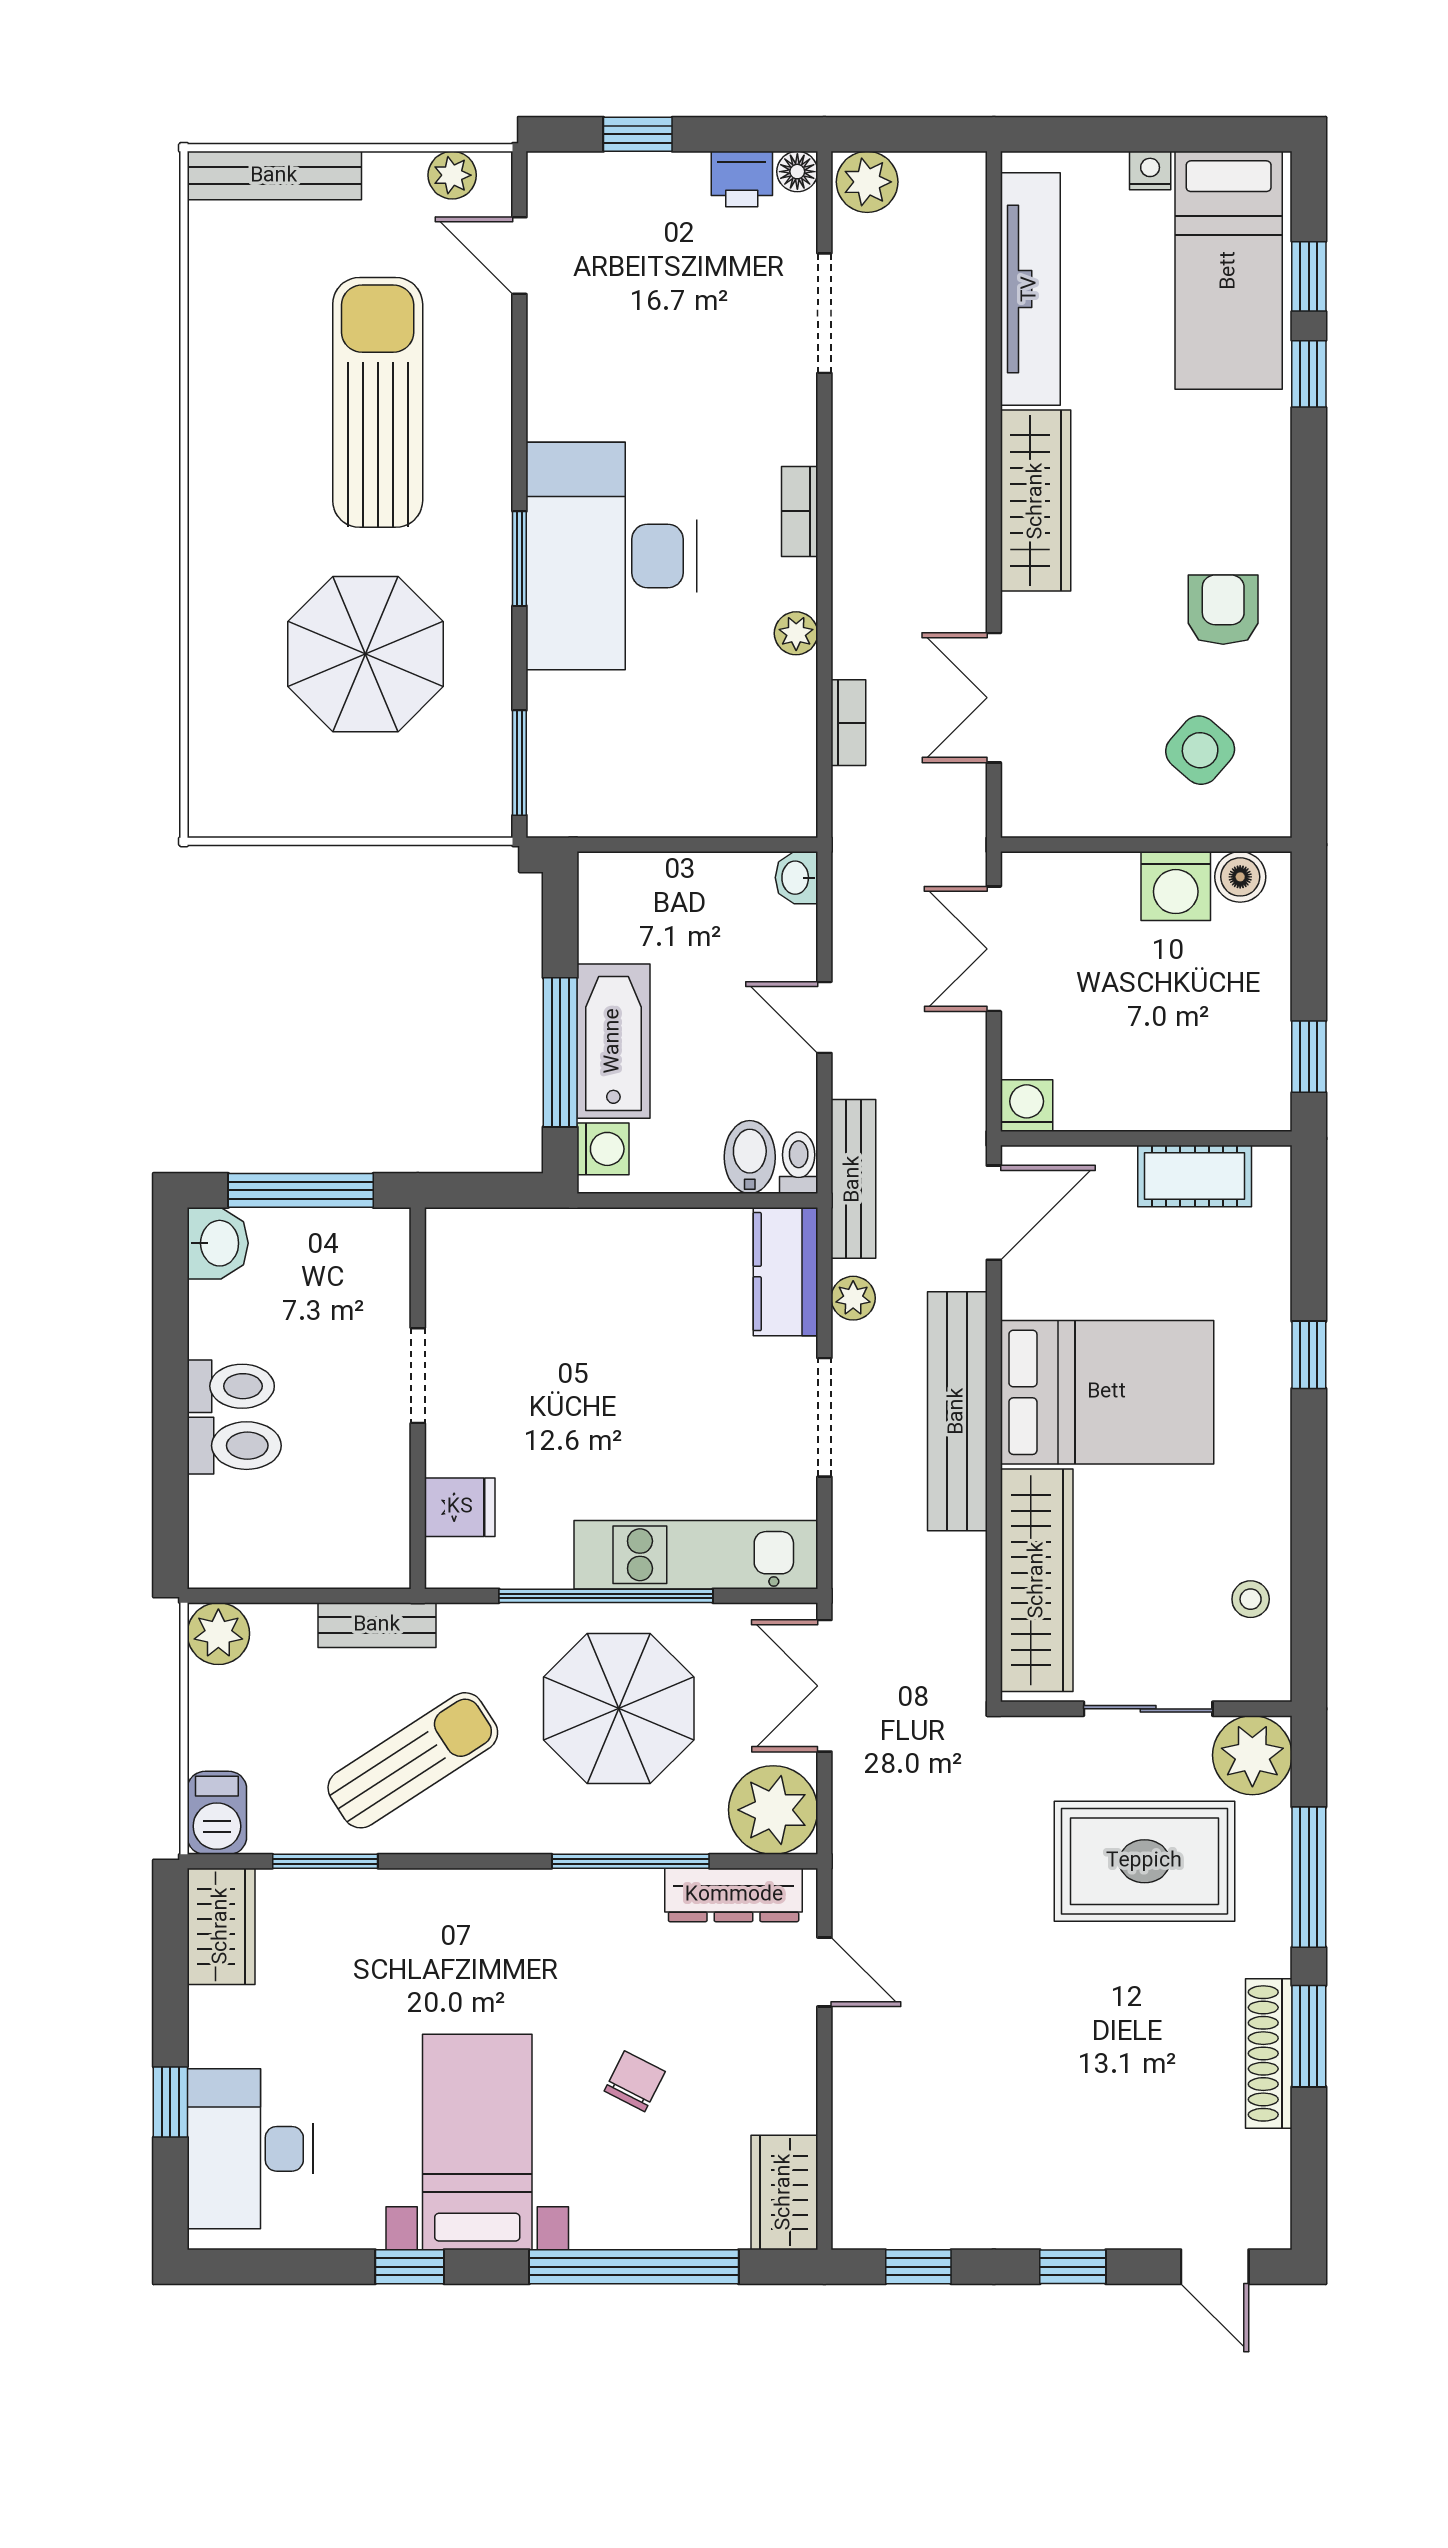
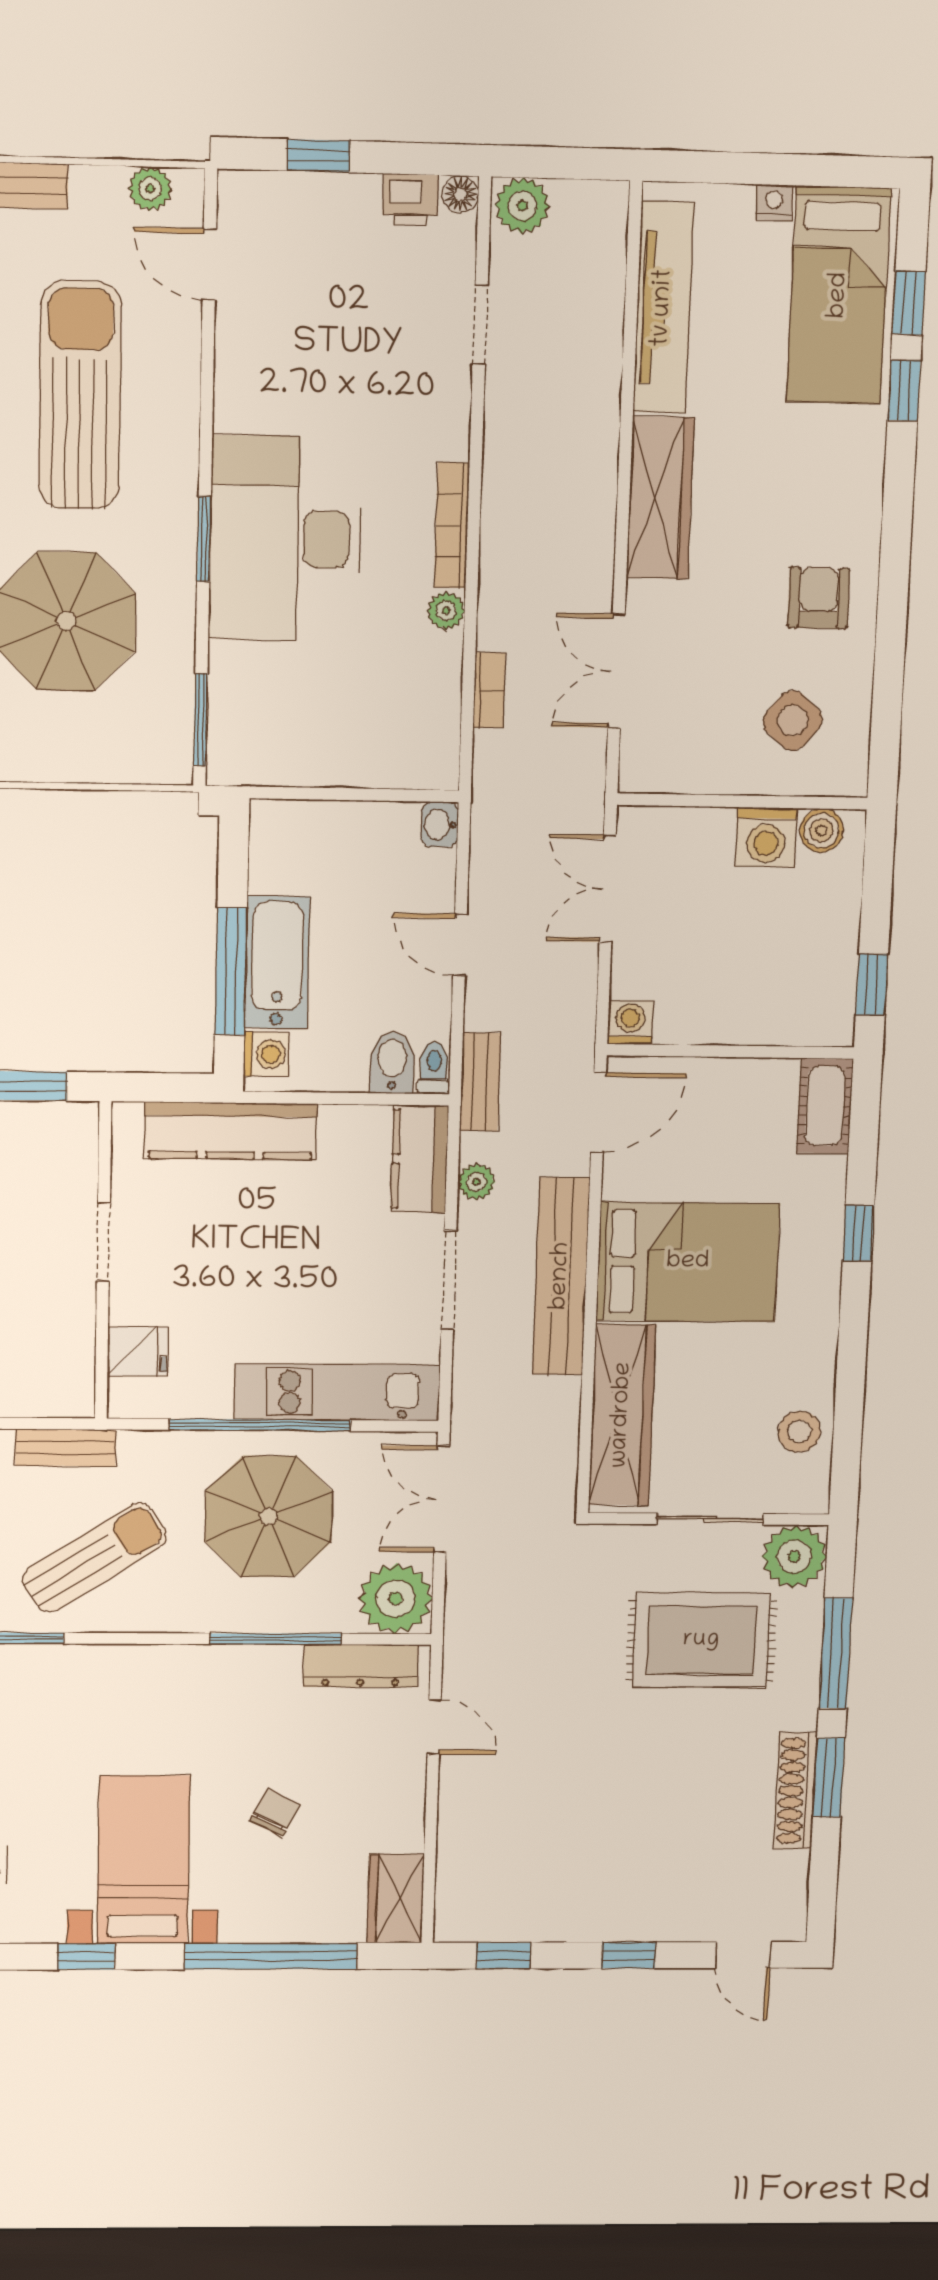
doorway: (824, 313) -> (480, 325), width x0.73
bookcase: (800, 511) -> (452, 525), width x1.56
cot: (1195, 1176) -> (825, 1106), moved, turned 90
bench: (853, 1179) -> (480, 1082), width x0.73
kitchen counter: (564, 1241) -> (231, 1131), added
stool: (1251, 1599) -> (799, 1431), width x1.37, depth x1.37

